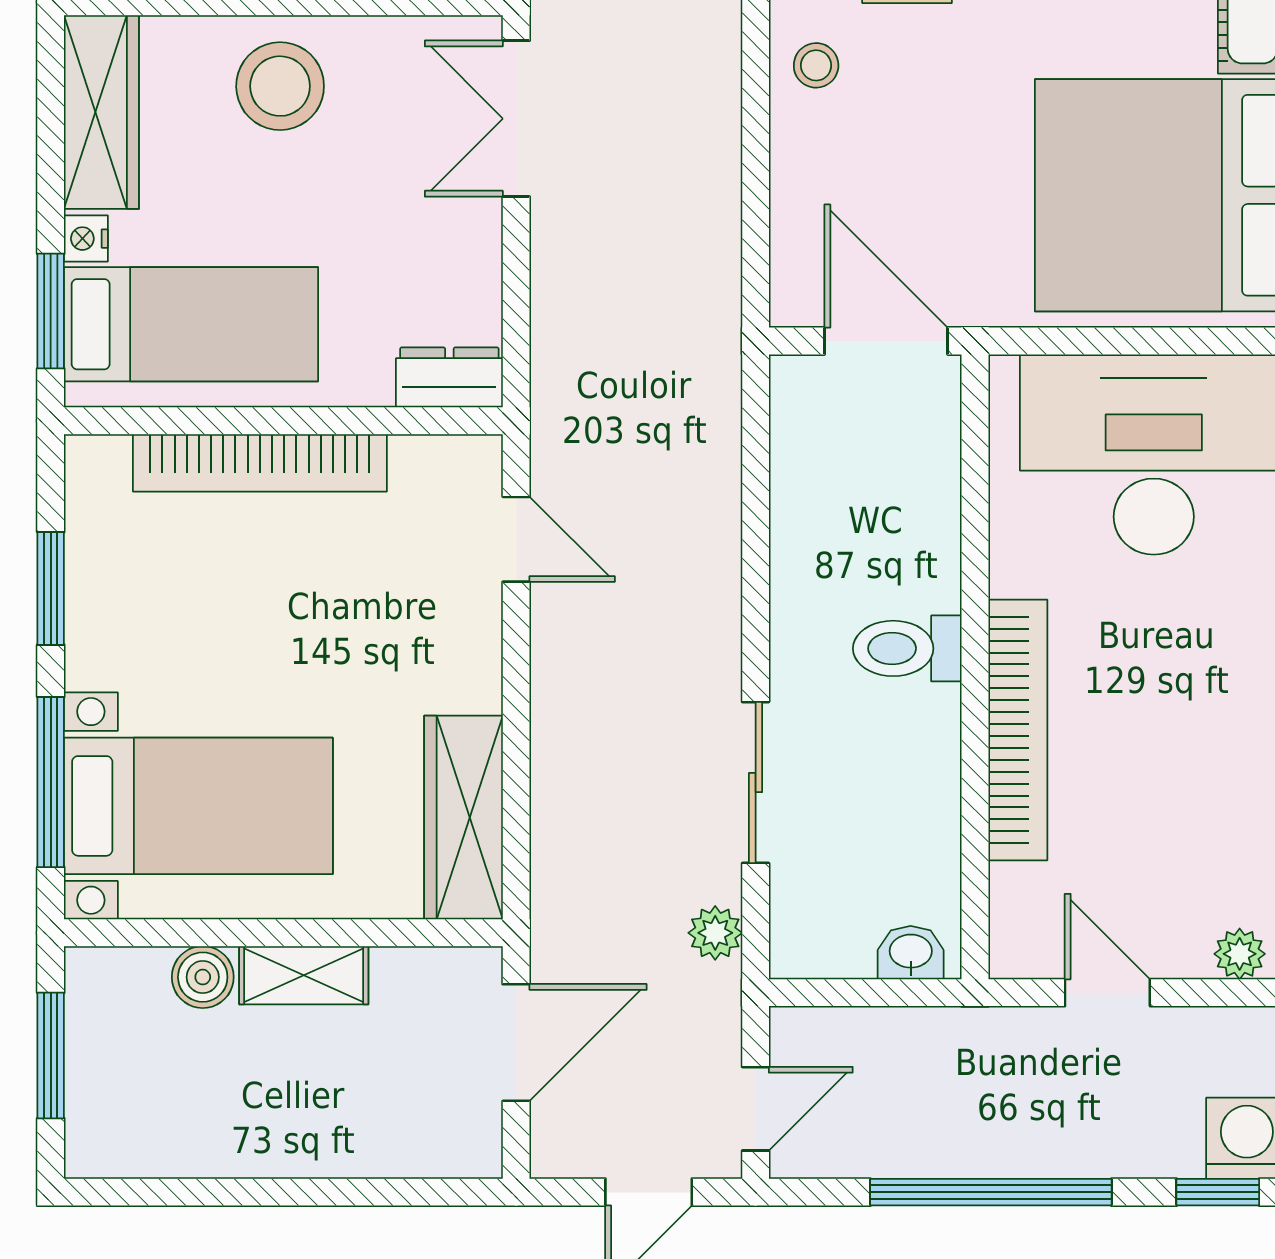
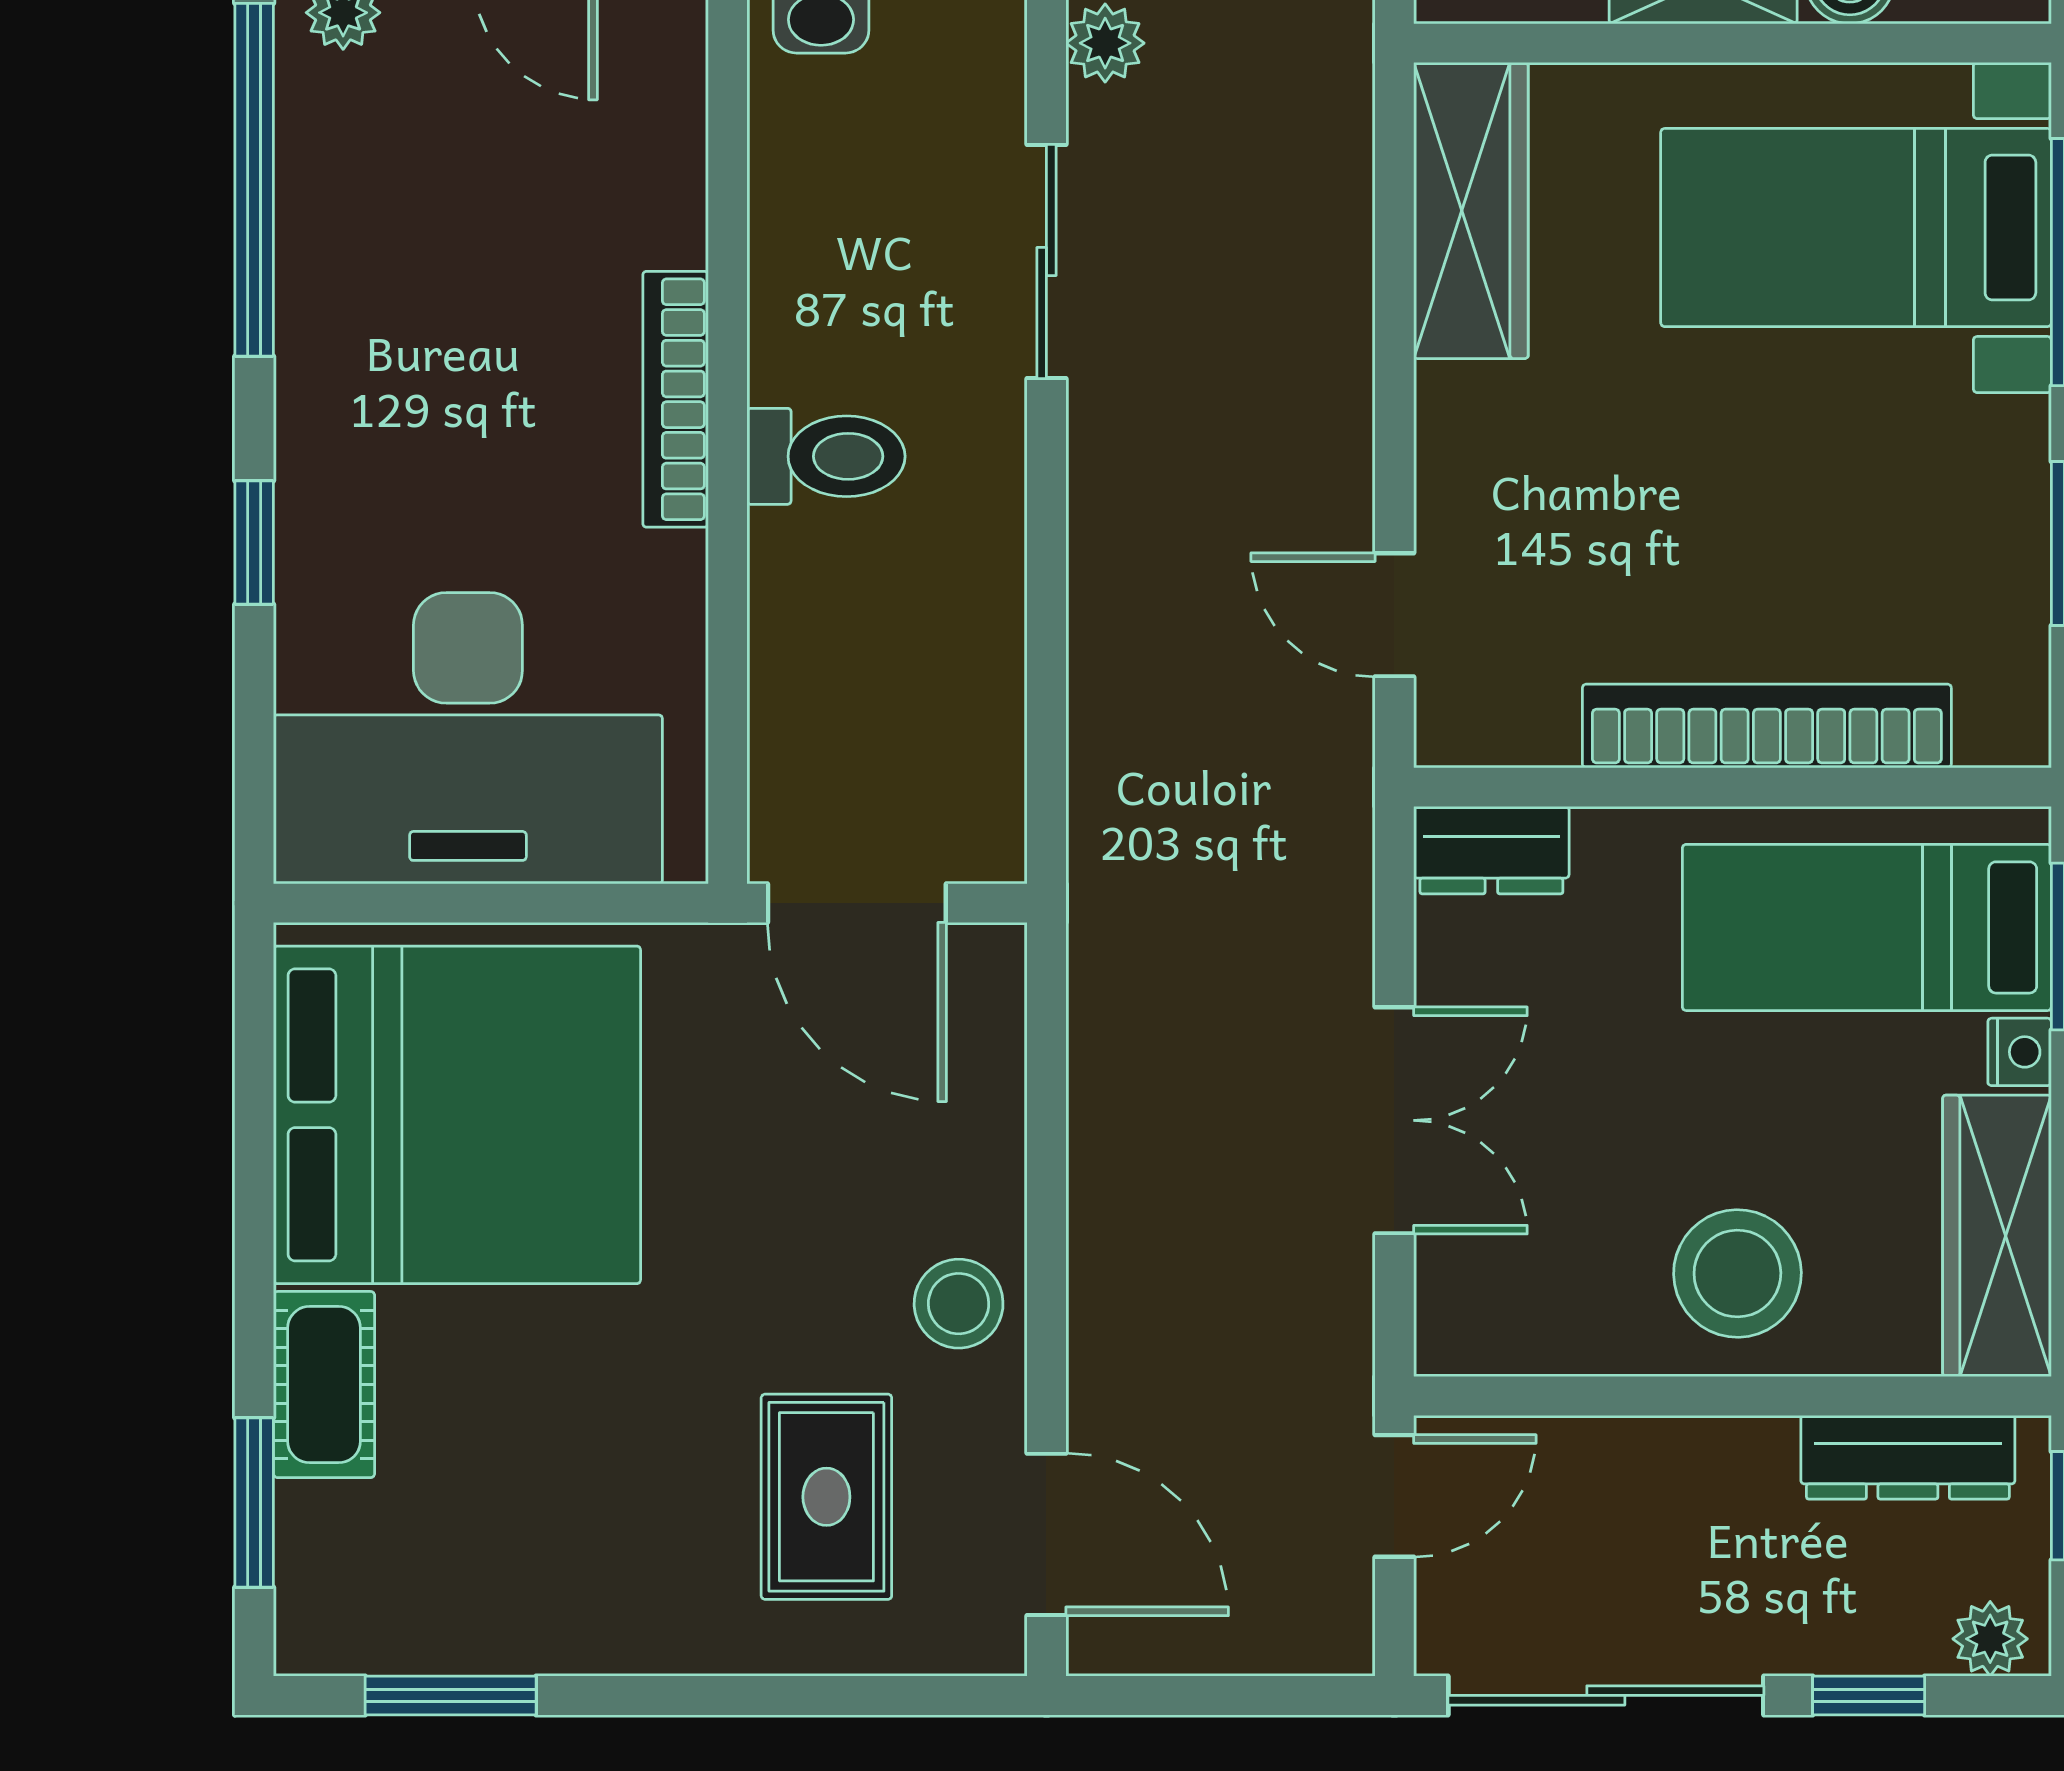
stool: (816, 65) -> (959, 1304), width x1.37, depth x1.37
double door: (516, 119) -> (1394, 1120), moved
bookcase: (1018, 730) -> (676, 399), width x0.68, depth x0.76

